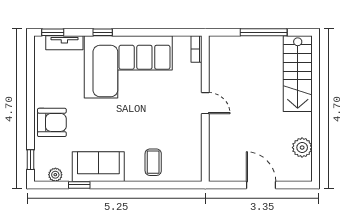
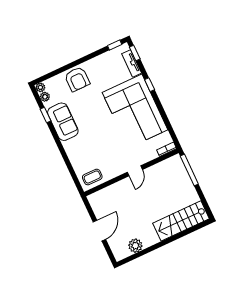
window: (264, 32) -> (189, 170), moved
window: (31, 160) -> (115, 45), moved
coffee table: (153, 162) -> (92, 177), moved
plant: (41, 175) -> (40, 87), added

